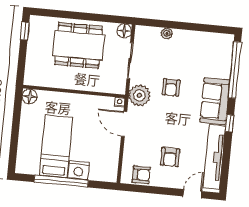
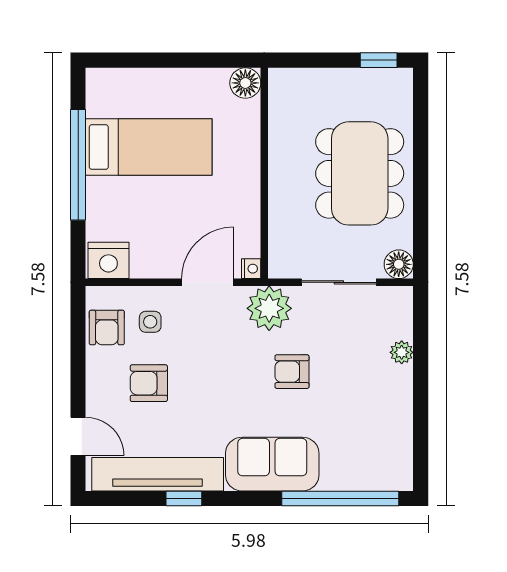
window: (230, 123) -> (184, 499), moved
side table: (140, 154) -> (150, 322), added
nightstand: (79, 170) -> (108, 260), moved, turned -90

